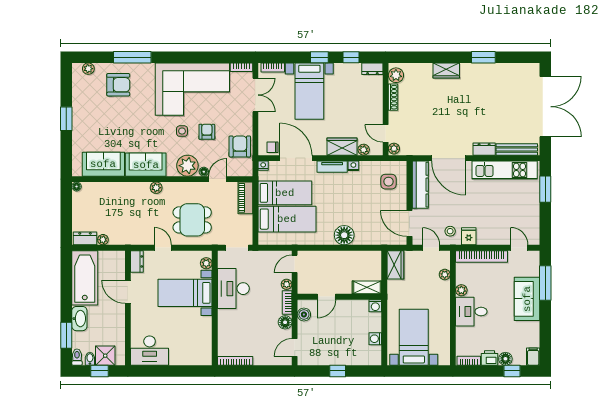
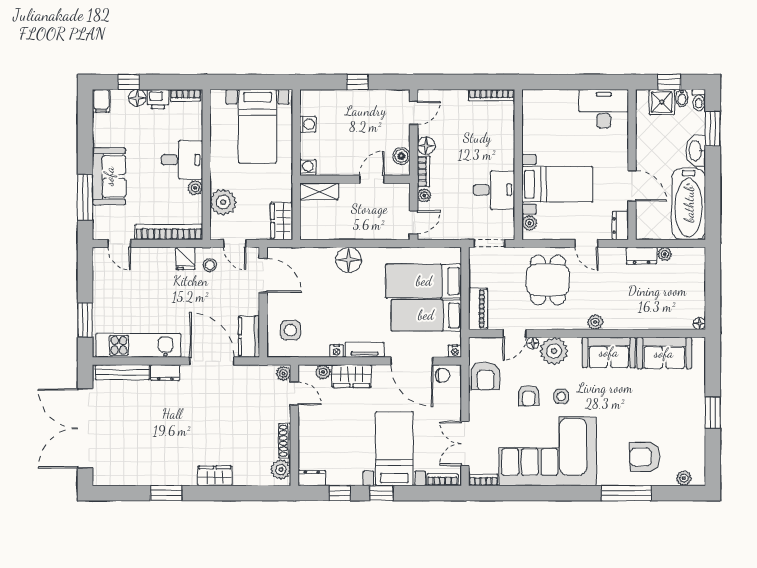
kitchen counter: (420, 185) -> (249, 337), width x0.67
dining table: (192, 220) -> (548, 280), turned 90
dresser: (85, 238) -> (641, 256), moved
plant: (445, 275) -> (223, 202), width x1.87, depth x1.87
desk: (233, 289) -> (494, 190), width x0.73

